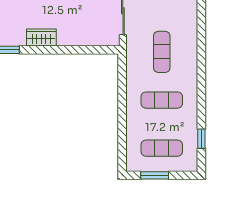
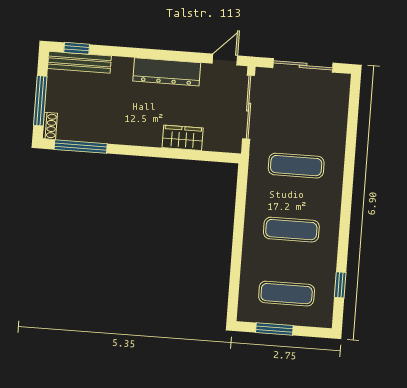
wardrobe: (41, 37) -> (183, 138), moved
exercise mat: (162, 52) -> (296, 166), turned 90

